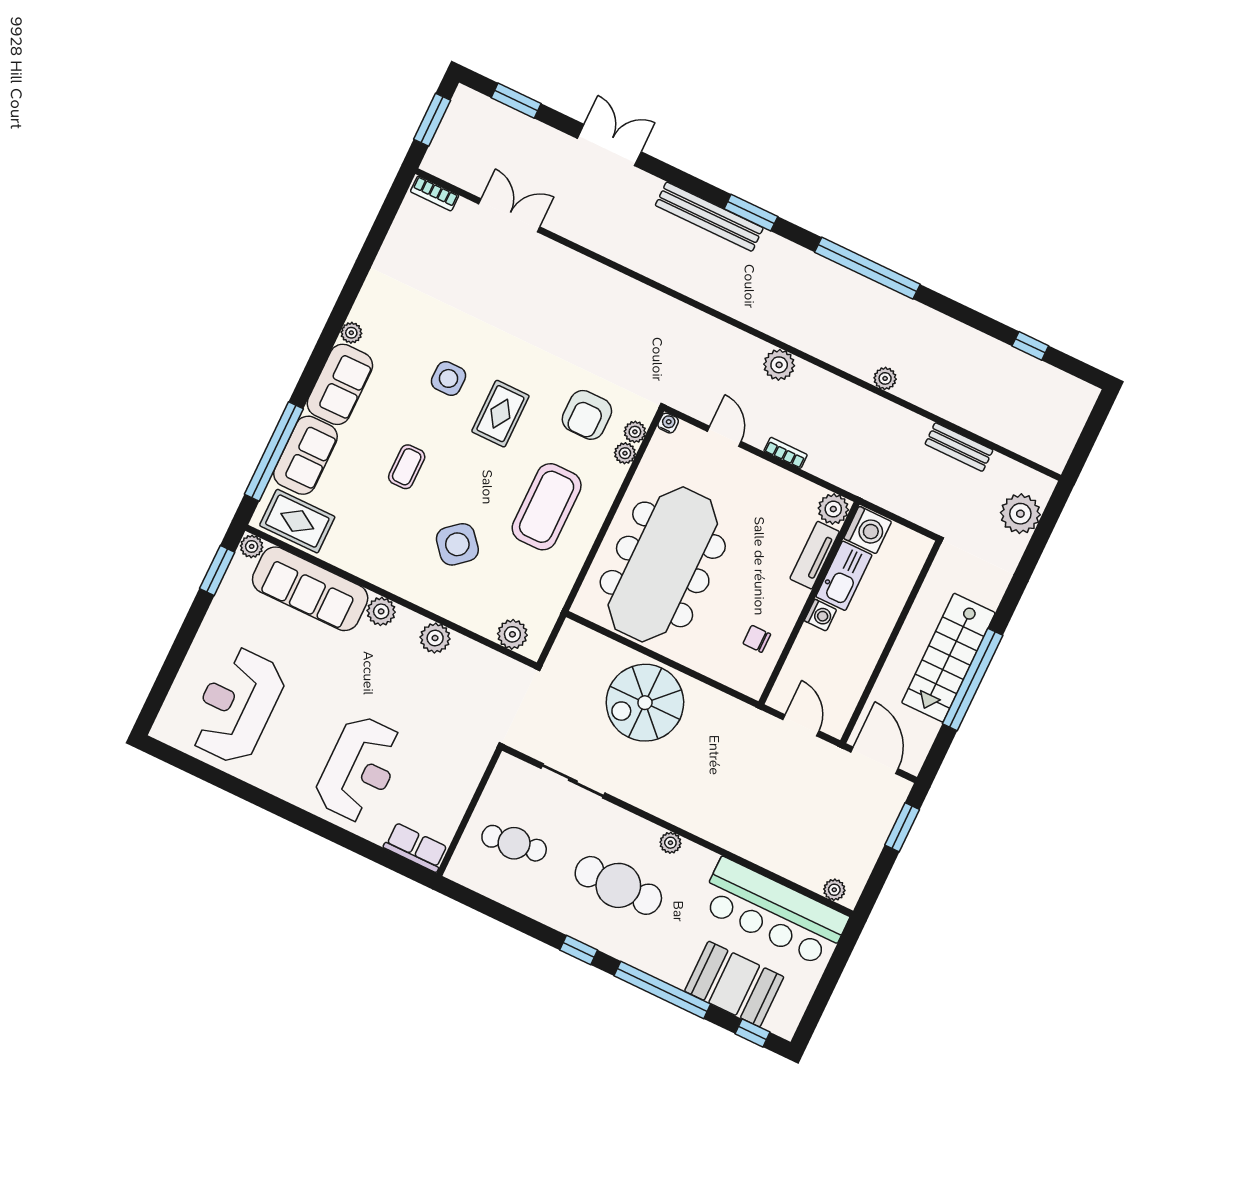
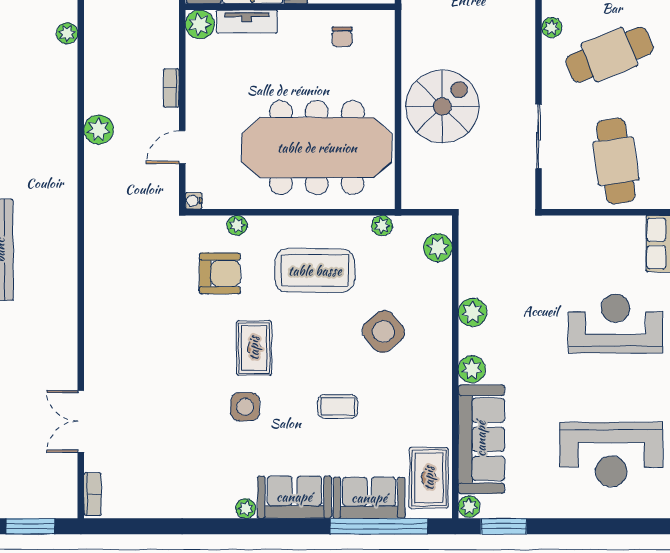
rug: (500, 414) -> (254, 348), turned 90
plant: (635, 432) -> (382, 226), moved
spiral stairs: (645, 703) -> (442, 106), turned -90
cafe table: (514, 843) -> (616, 161), width x1.37, depth x1.35
cafe table: (618, 885) -> (609, 55), turned 68

